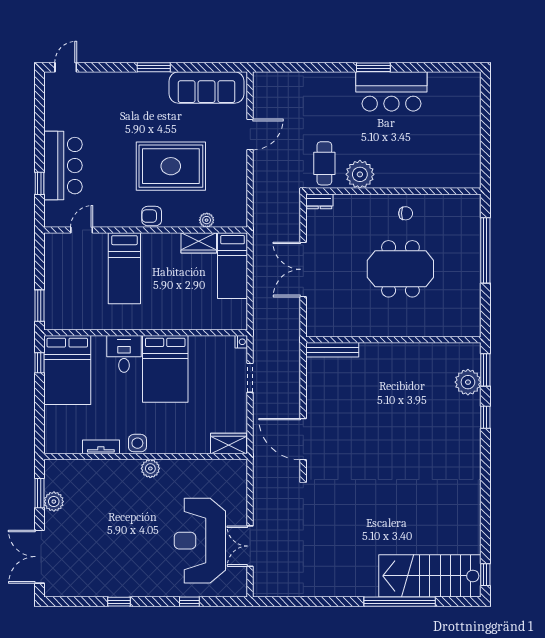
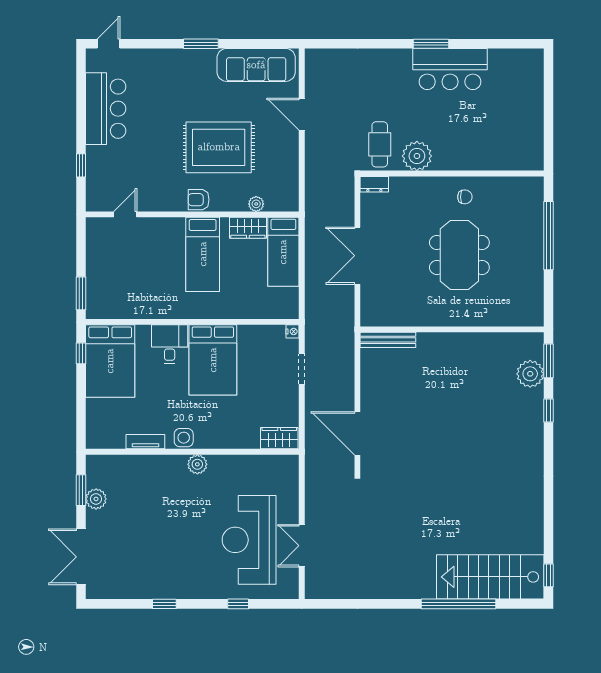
door: (250, 134) -> (302, 114), swing flipped
bar counter: (63, 166) -> (106, 109), moved
bed: (124, 268) -> (203, 254), moved
meeting table: (400, 269) -> (459, 255), turned 90

